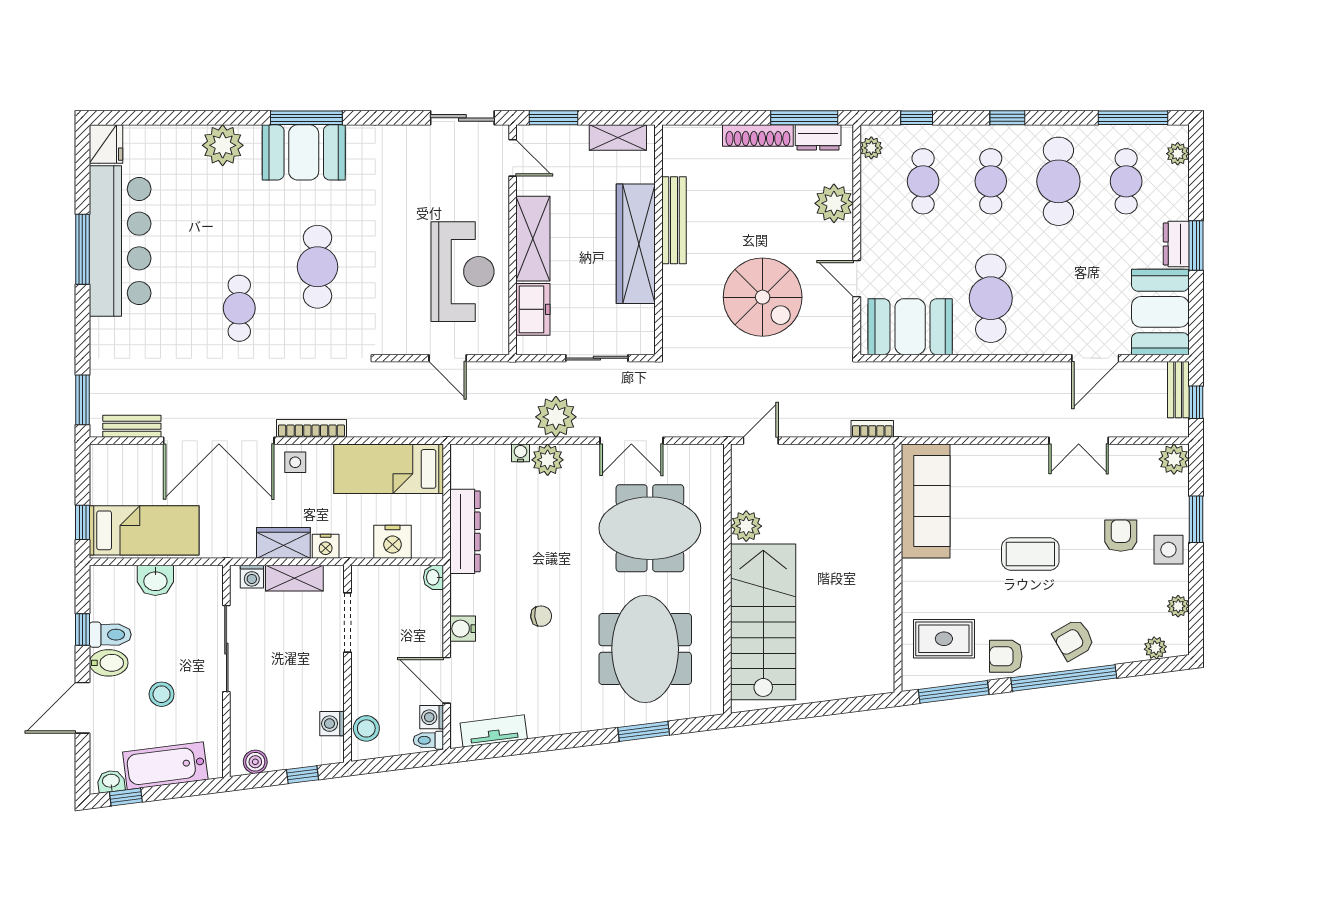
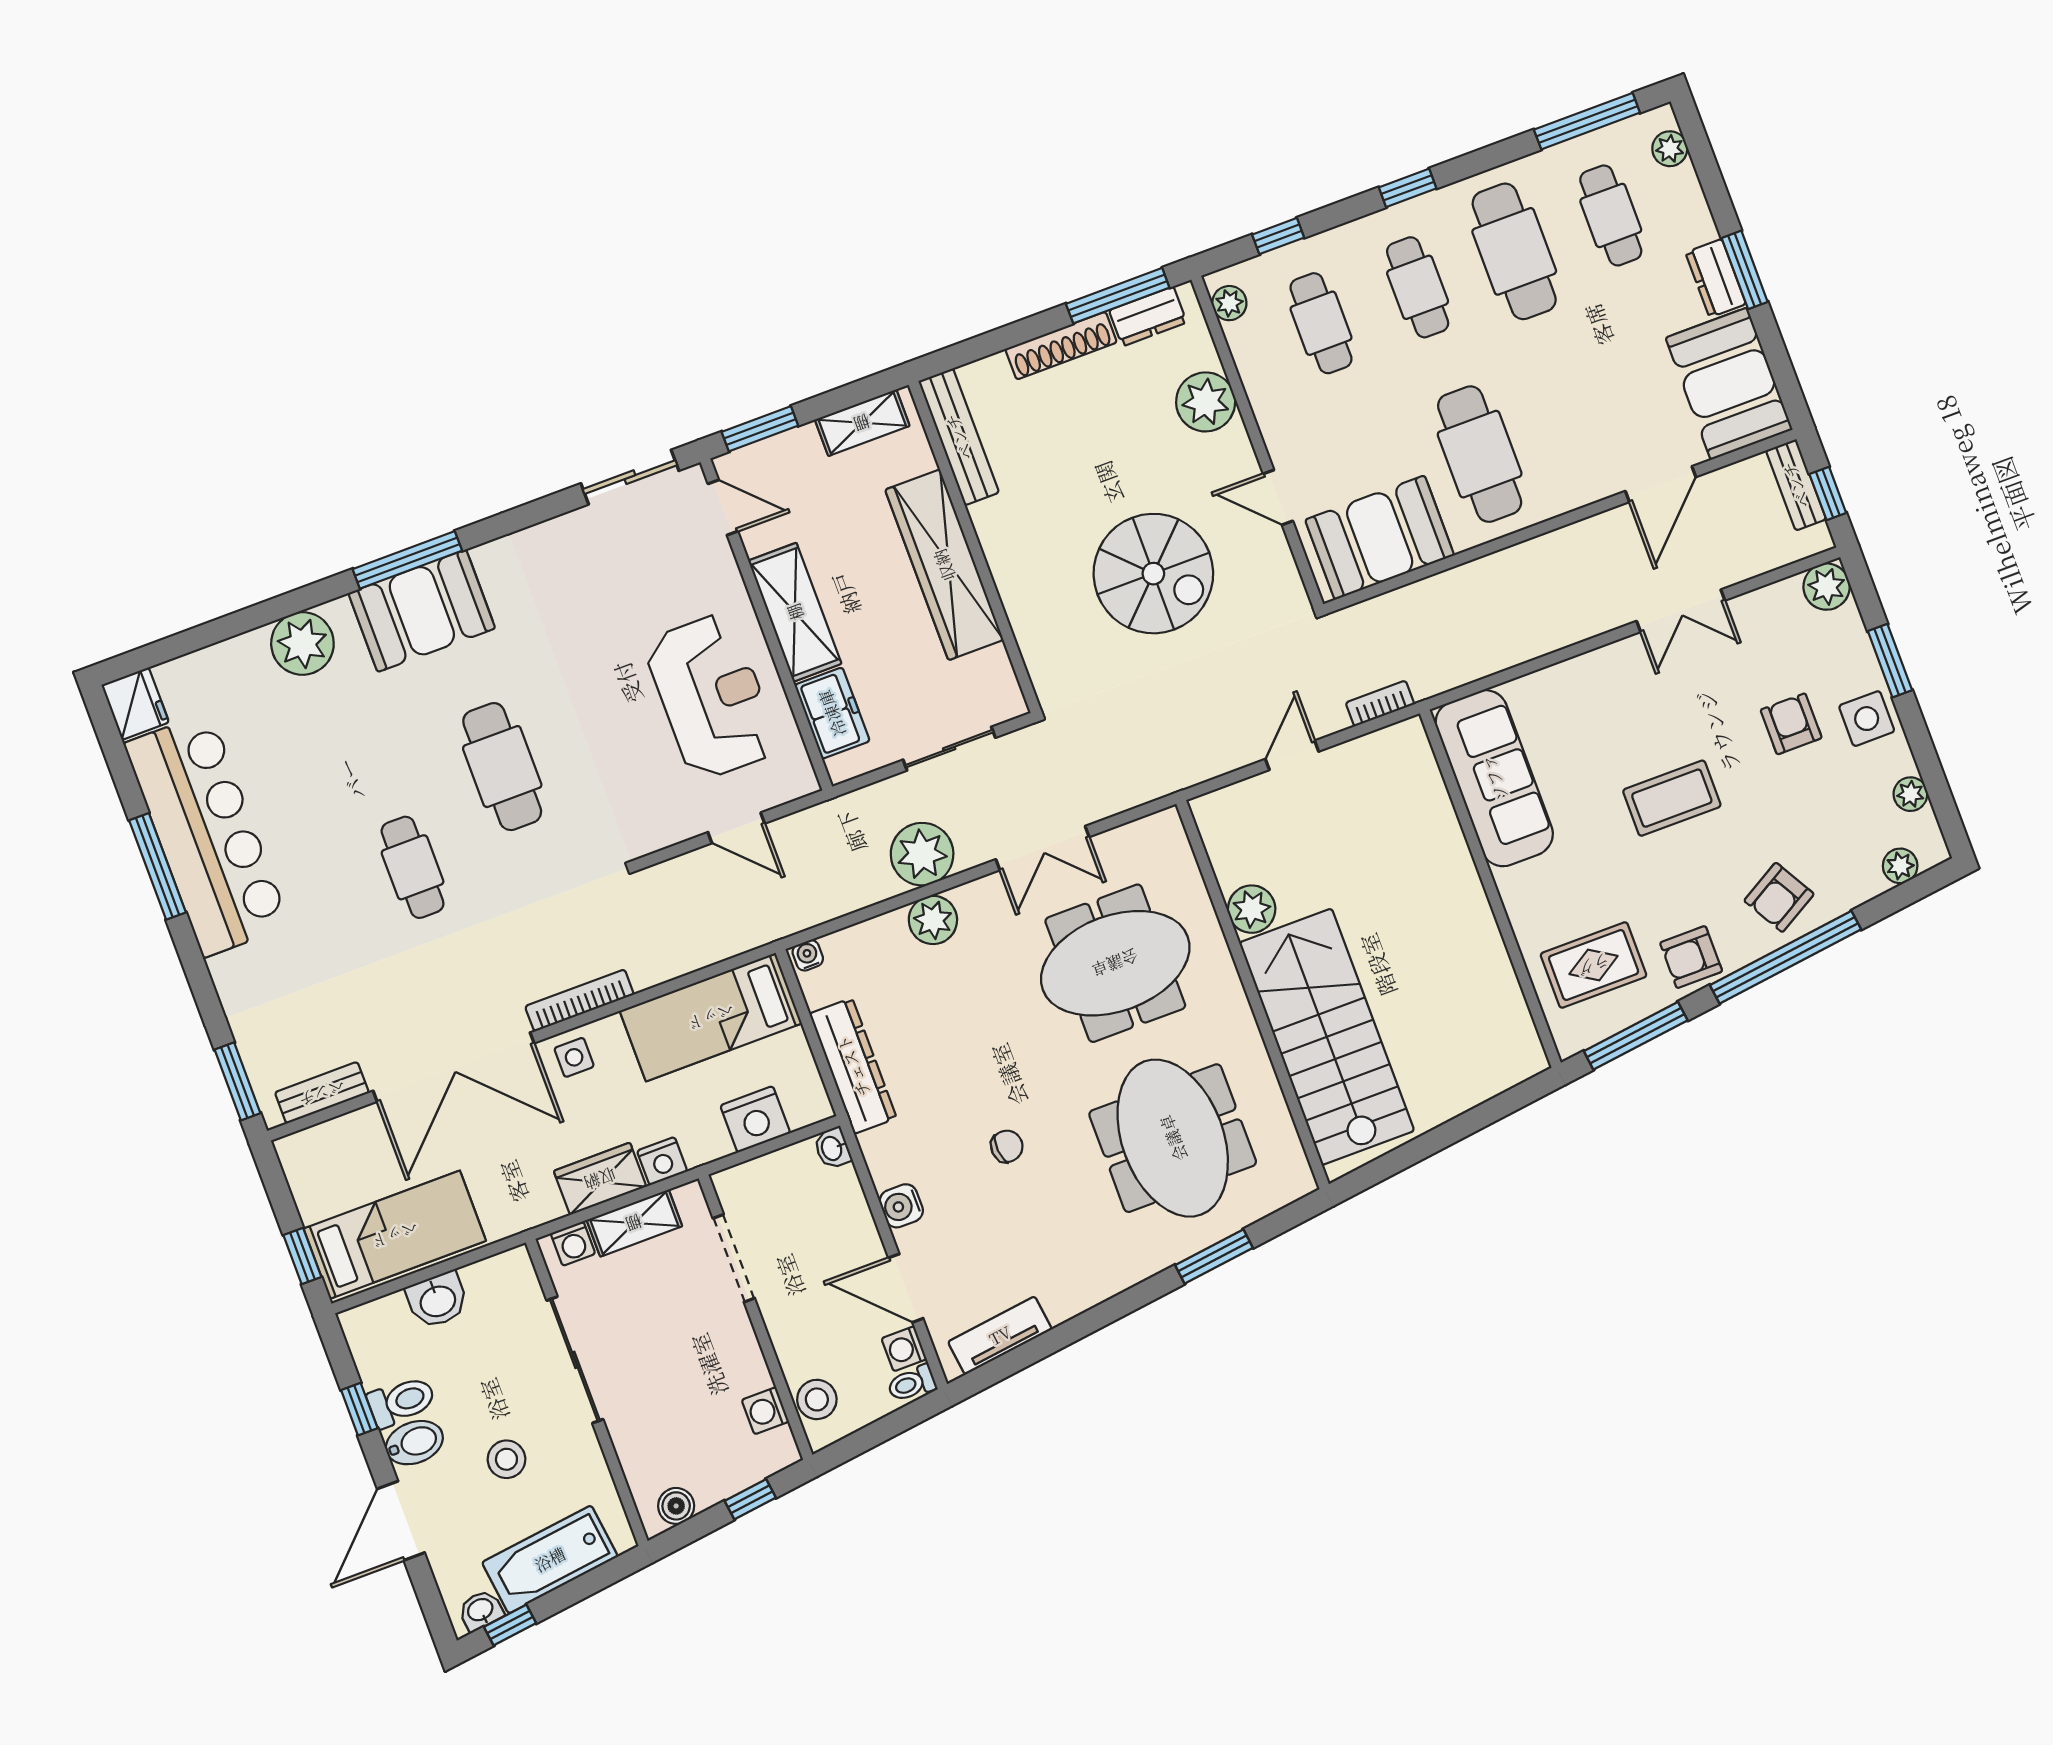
bench: (674, 220) -> (959, 437), moved
door: (761, 441) -> (1292, 755), moved
water cooler: (521, 453) -> (808, 955), moved

